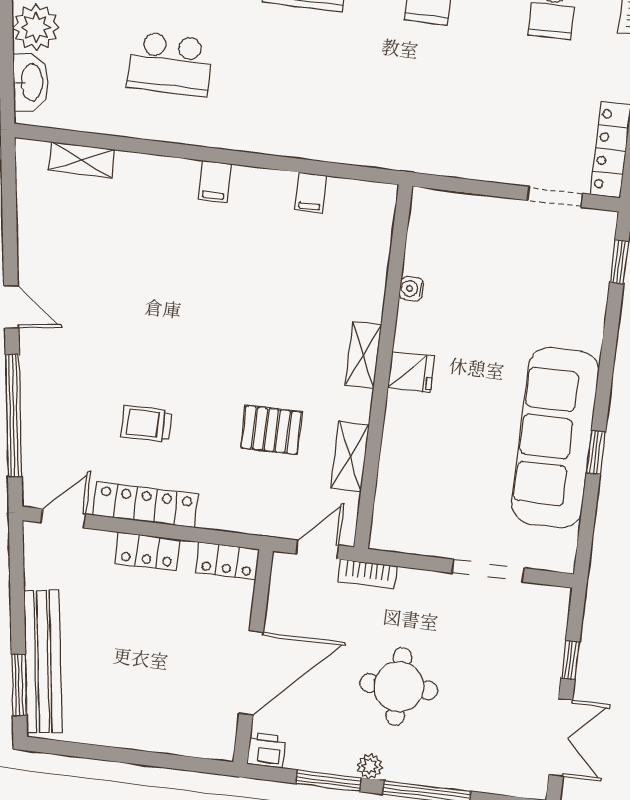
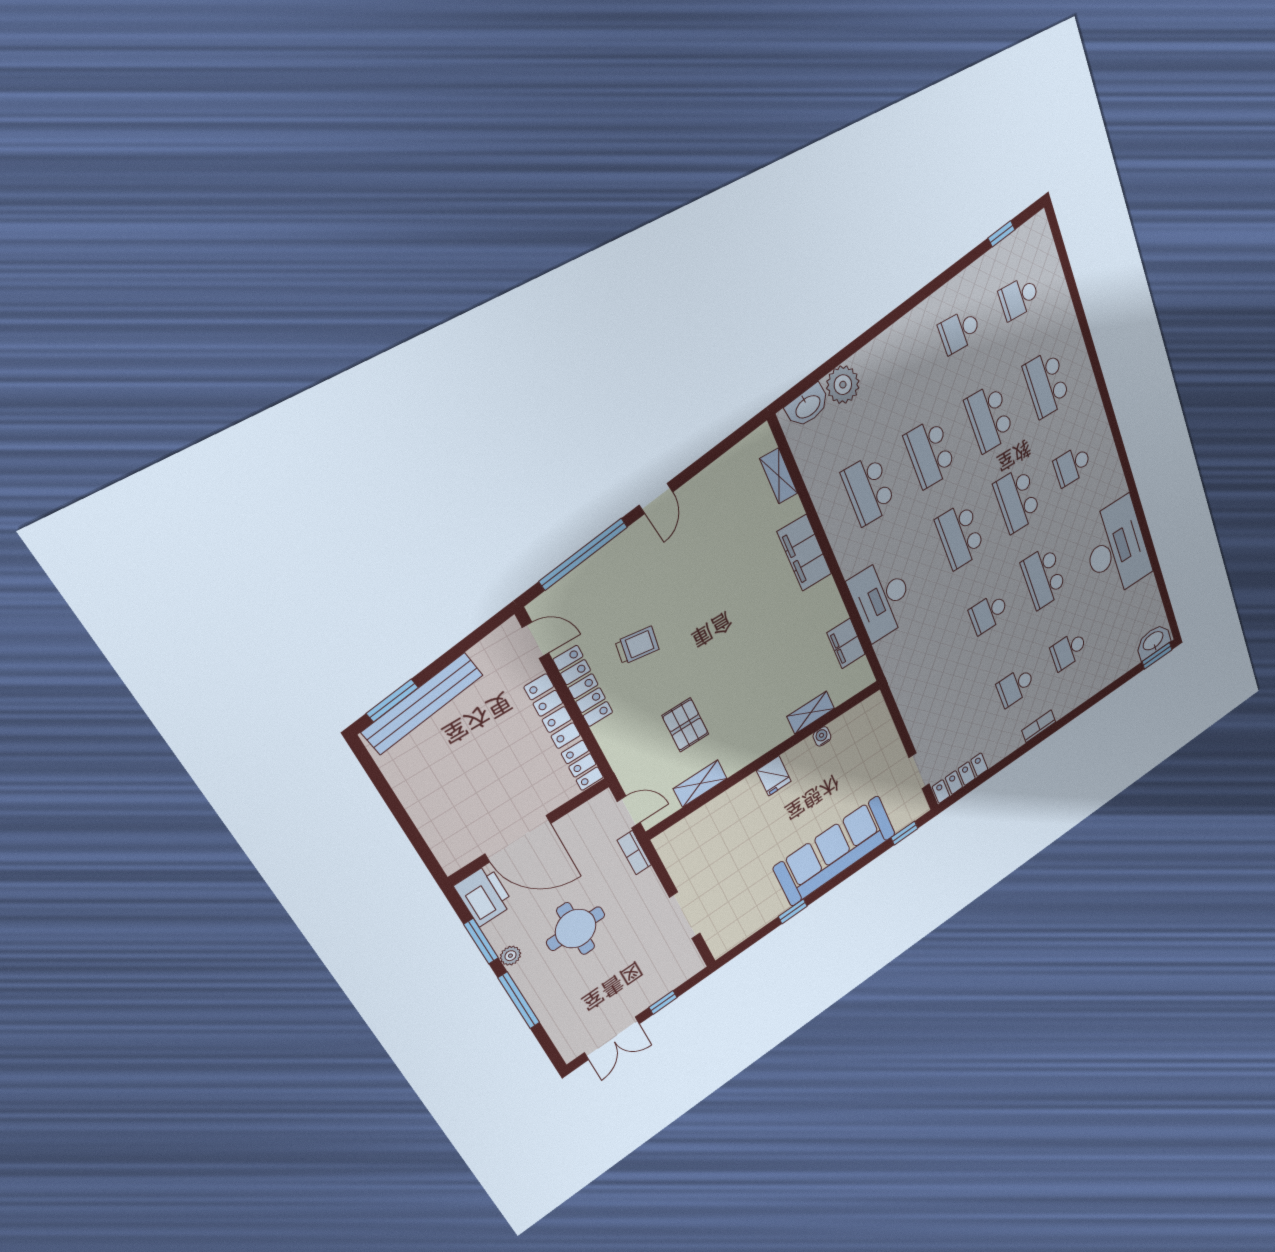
desk: (306, 121) -> (882, 599), added
filing cabinet: (215, 182) -> (805, 553), width x3.00, depth x1.17
filing cabinet: (311, 193) -> (846, 643), width x2.00
shelving: (363, 355) -> (811, 713), moved
trolley: (146, 424) -> (637, 645), turned 98
sofa: (555, 438) -> (835, 851), moved
locker: (147, 551) -> (552, 711), width x1.53
printer: (266, 750) -> (484, 895), width x1.87, depth x1.48

